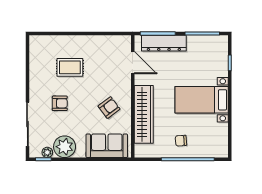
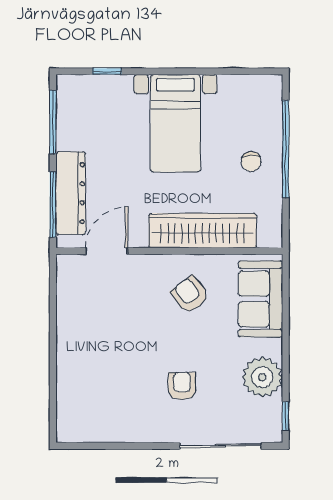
rug: (70, 67) -> (115, 367), removed
plant: (47, 152) -> (273, 409), removed

